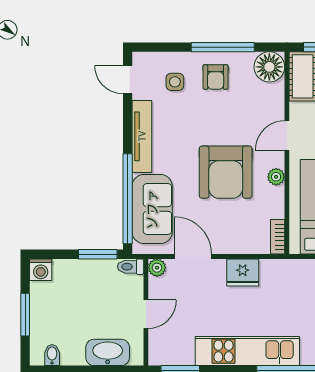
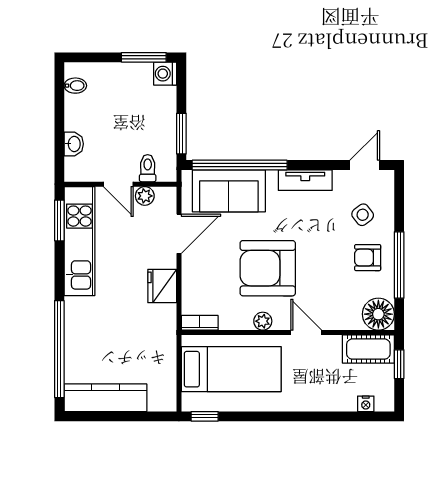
side table: (175, 82) -> (363, 215), turned -38
tv unit: (142, 136) -> (305, 180), width x0.71
toilet: (131, 267) -> (148, 168), moved
plant: (157, 268) -> (145, 196), moved
window: (25, 315) -> (144, 57), moved
kitchen unit: (247, 351) -> (79, 241), moved
washbasin: (108, 352) -> (74, 144), width x0.52, depth x0.69

